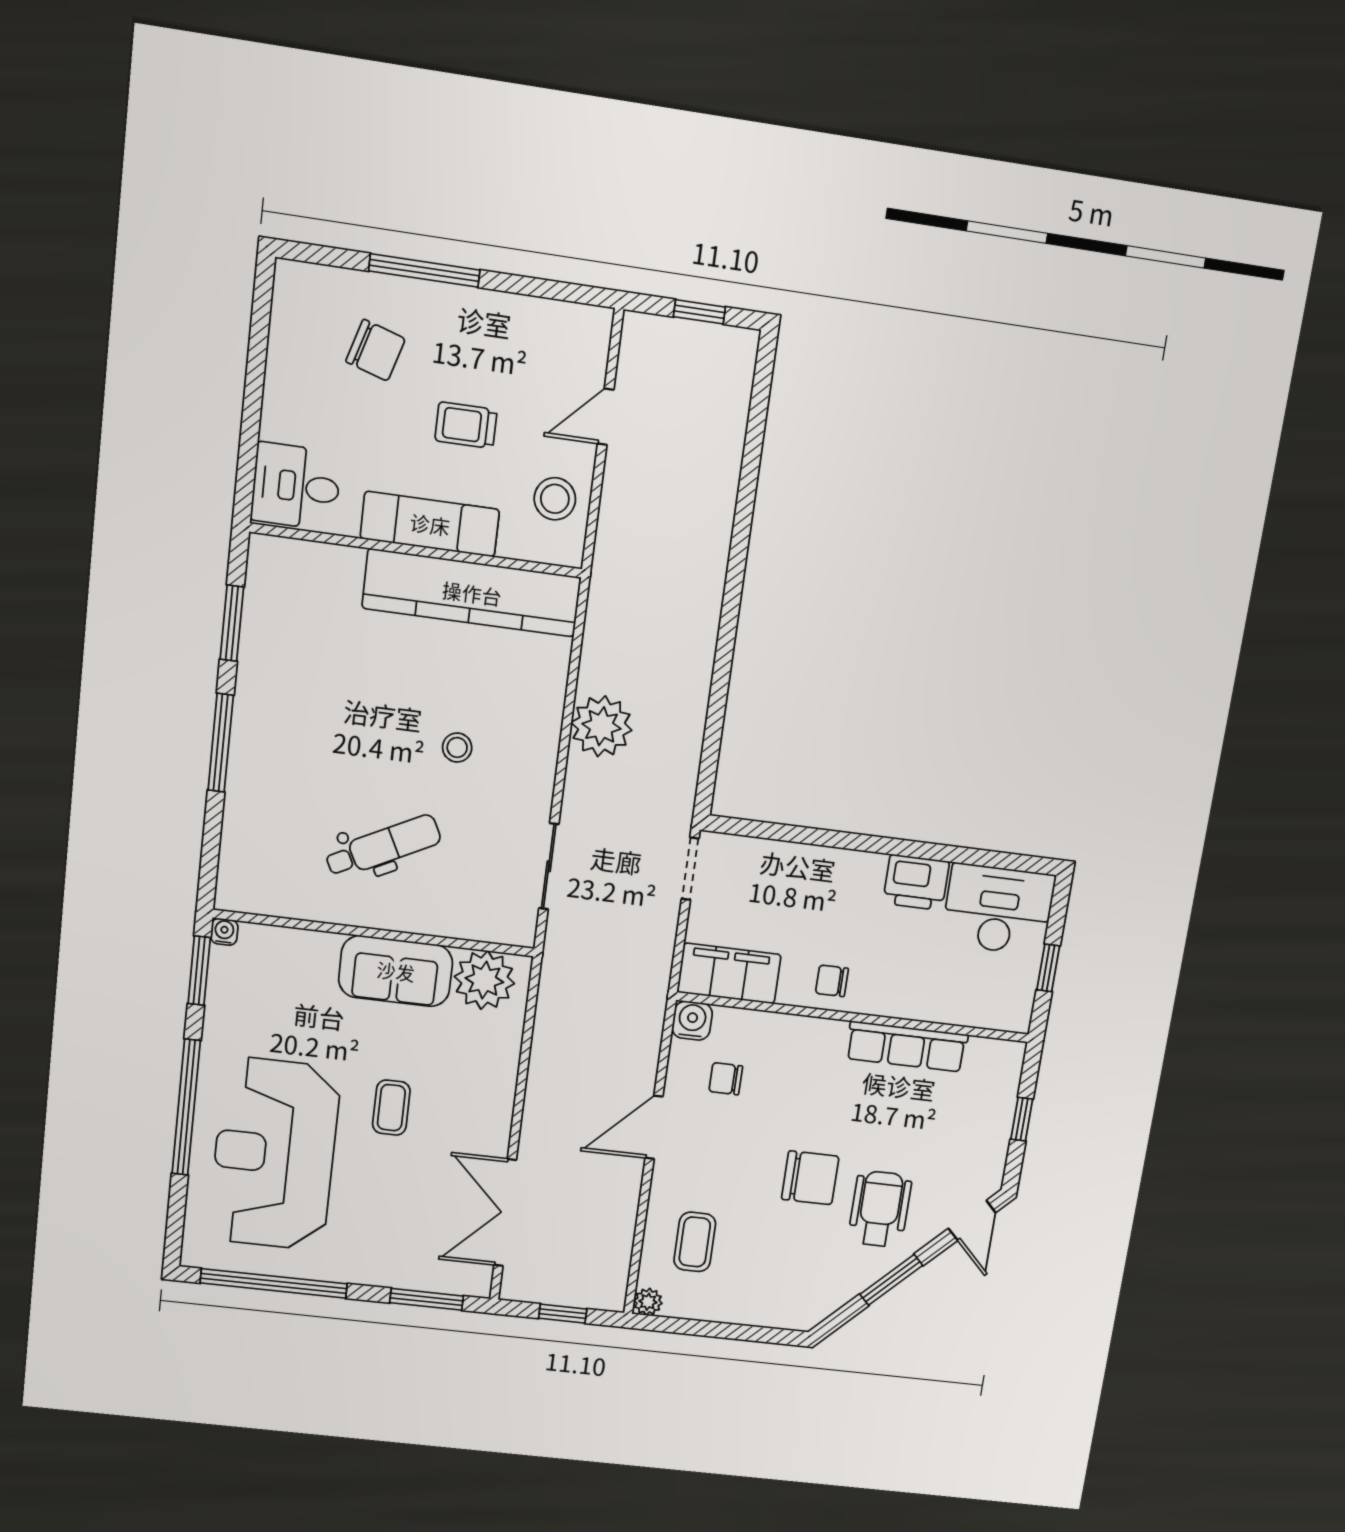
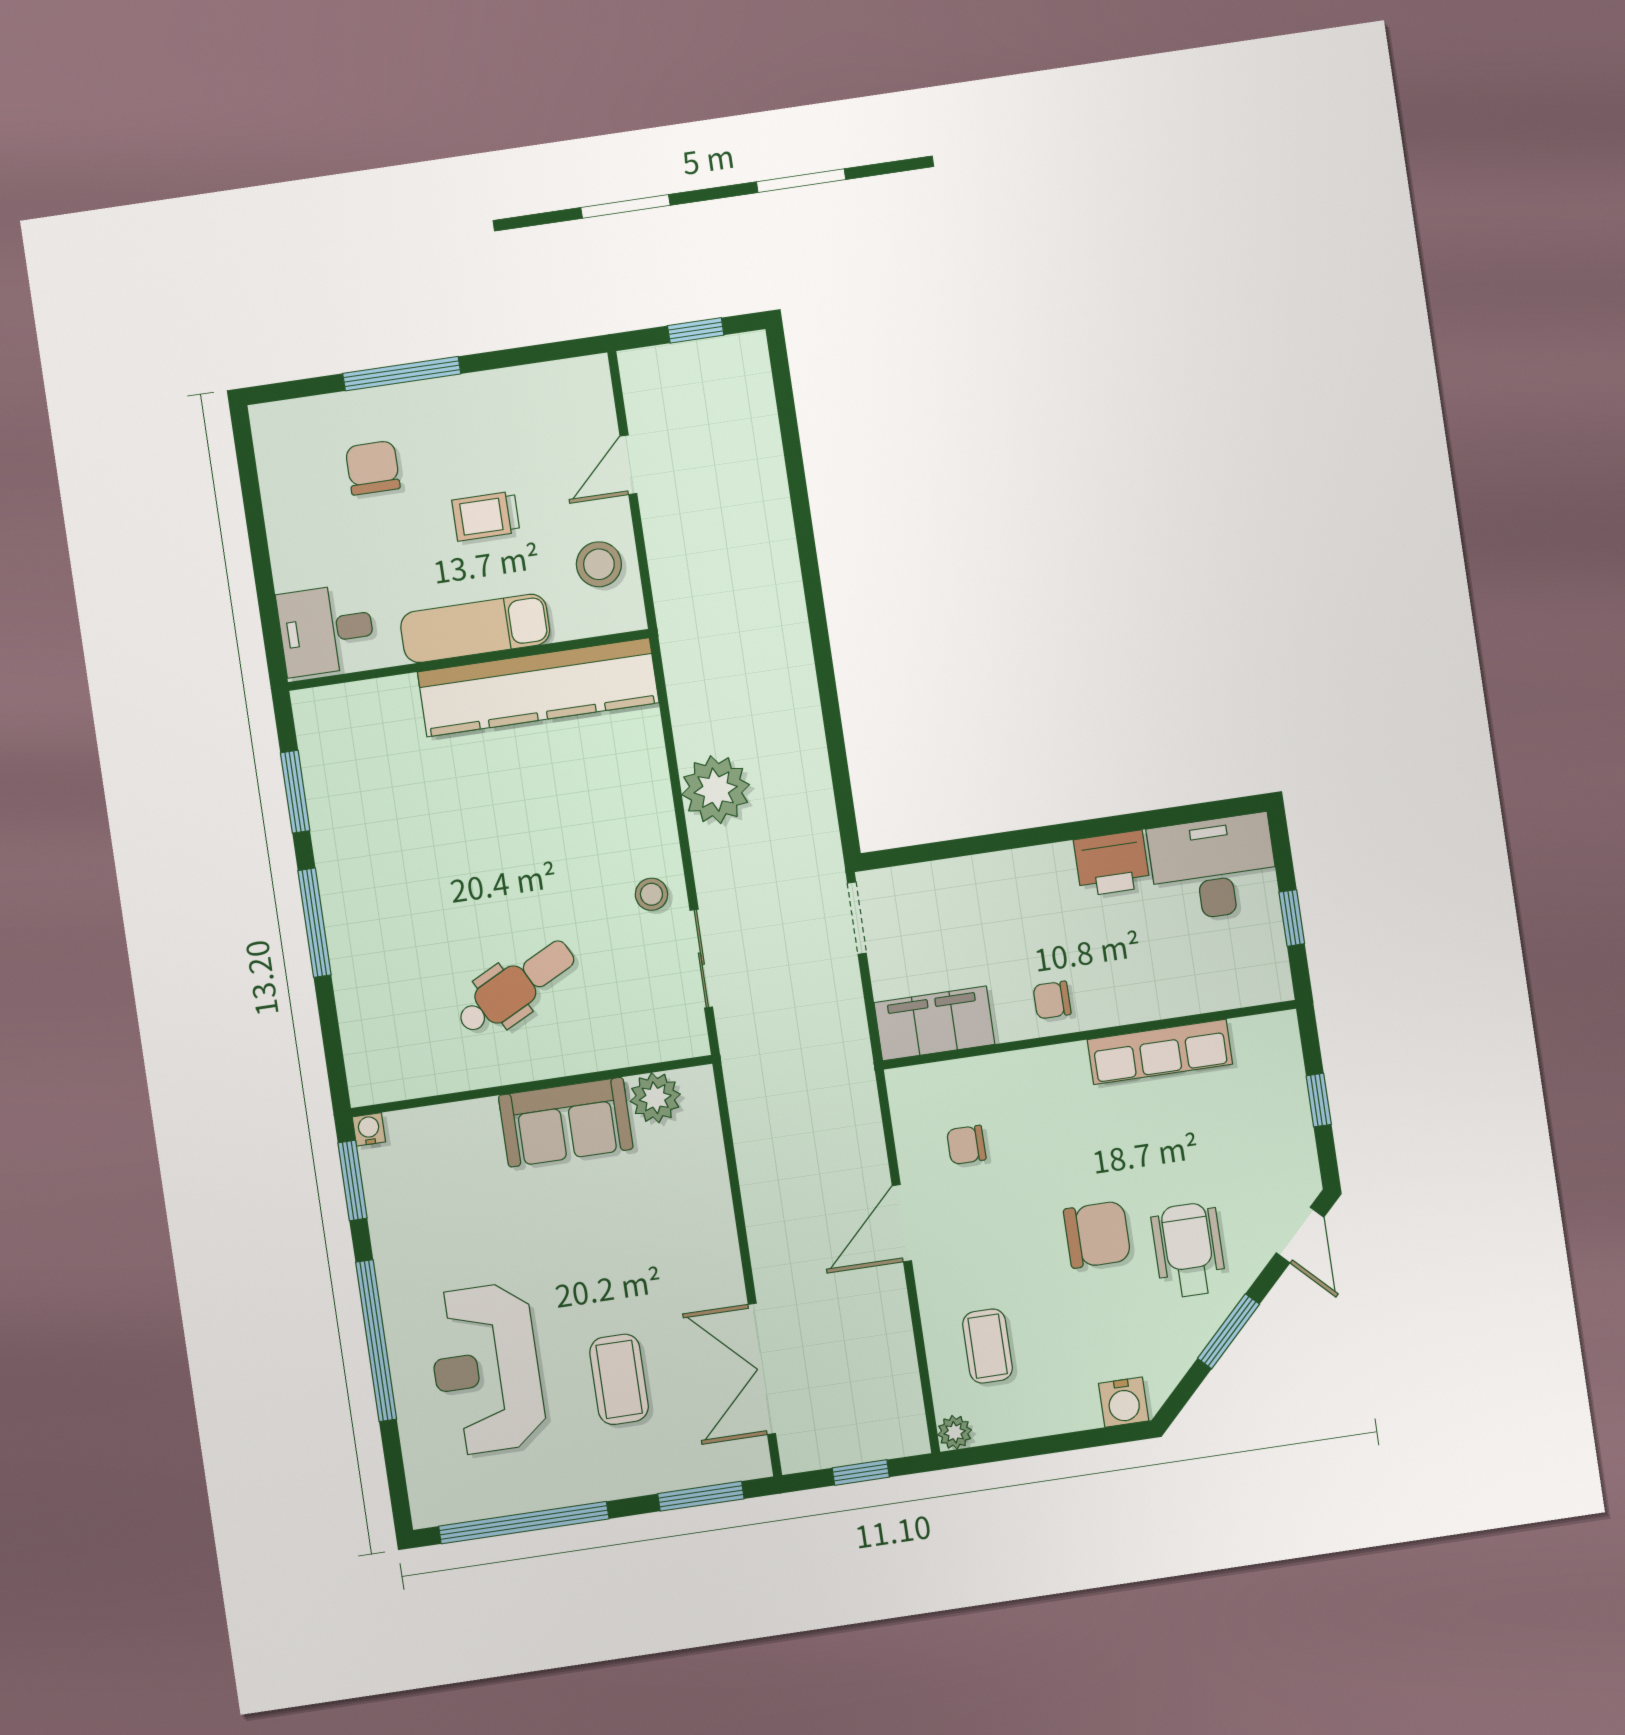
chair: (376, 350) -> (373, 468), turned -107
stool: (457, 747) -> (651, 894), moved
plant: (484, 980) -> (655, 1098), width x0.73, depth x0.73
water cooler: (692, 1021) -> (1124, 1402), moved, turned 180
coffee table: (391, 1108) -> (619, 1379), moved, width x1.36, depth x1.30
reception desk: (274, 1154) -> (486, 1369), width x0.74, depth x0.77

